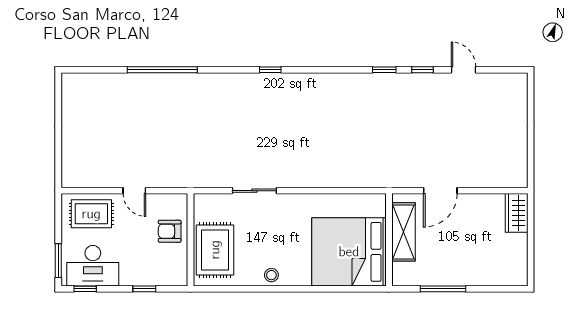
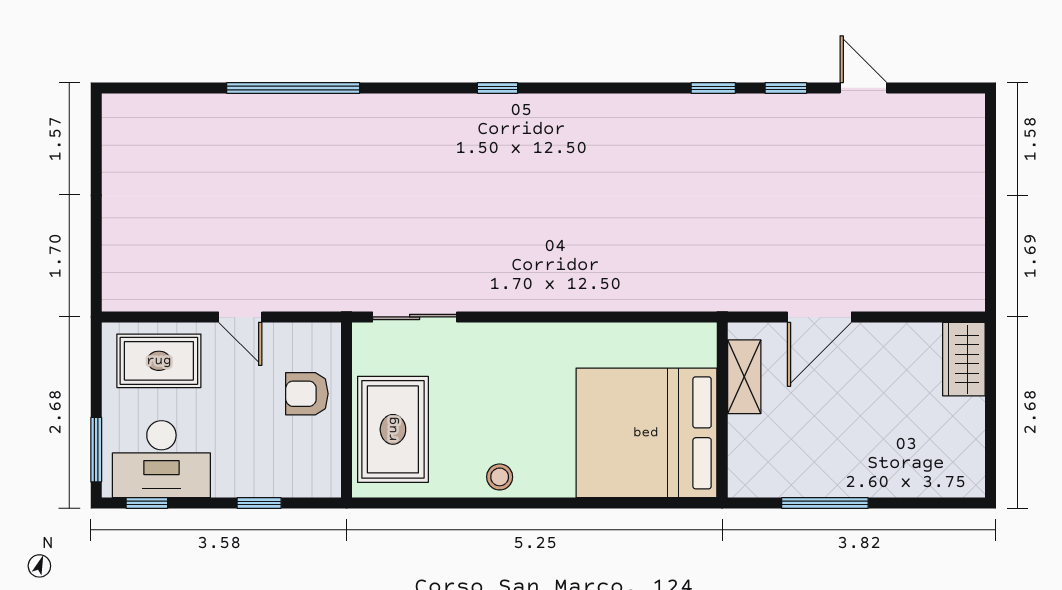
sliding door: (254, 191) -> (415, 317), moved
shelving: (403, 232) -> (744, 377), width x0.67, depth x0.75

